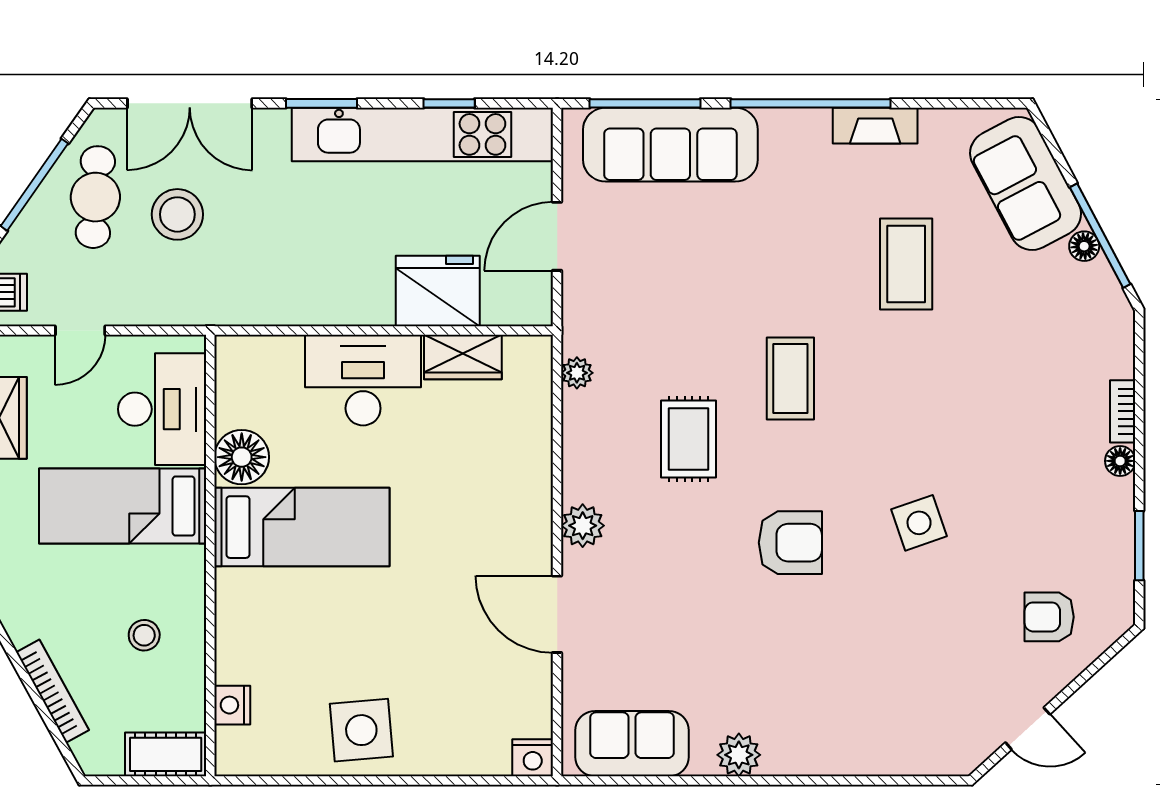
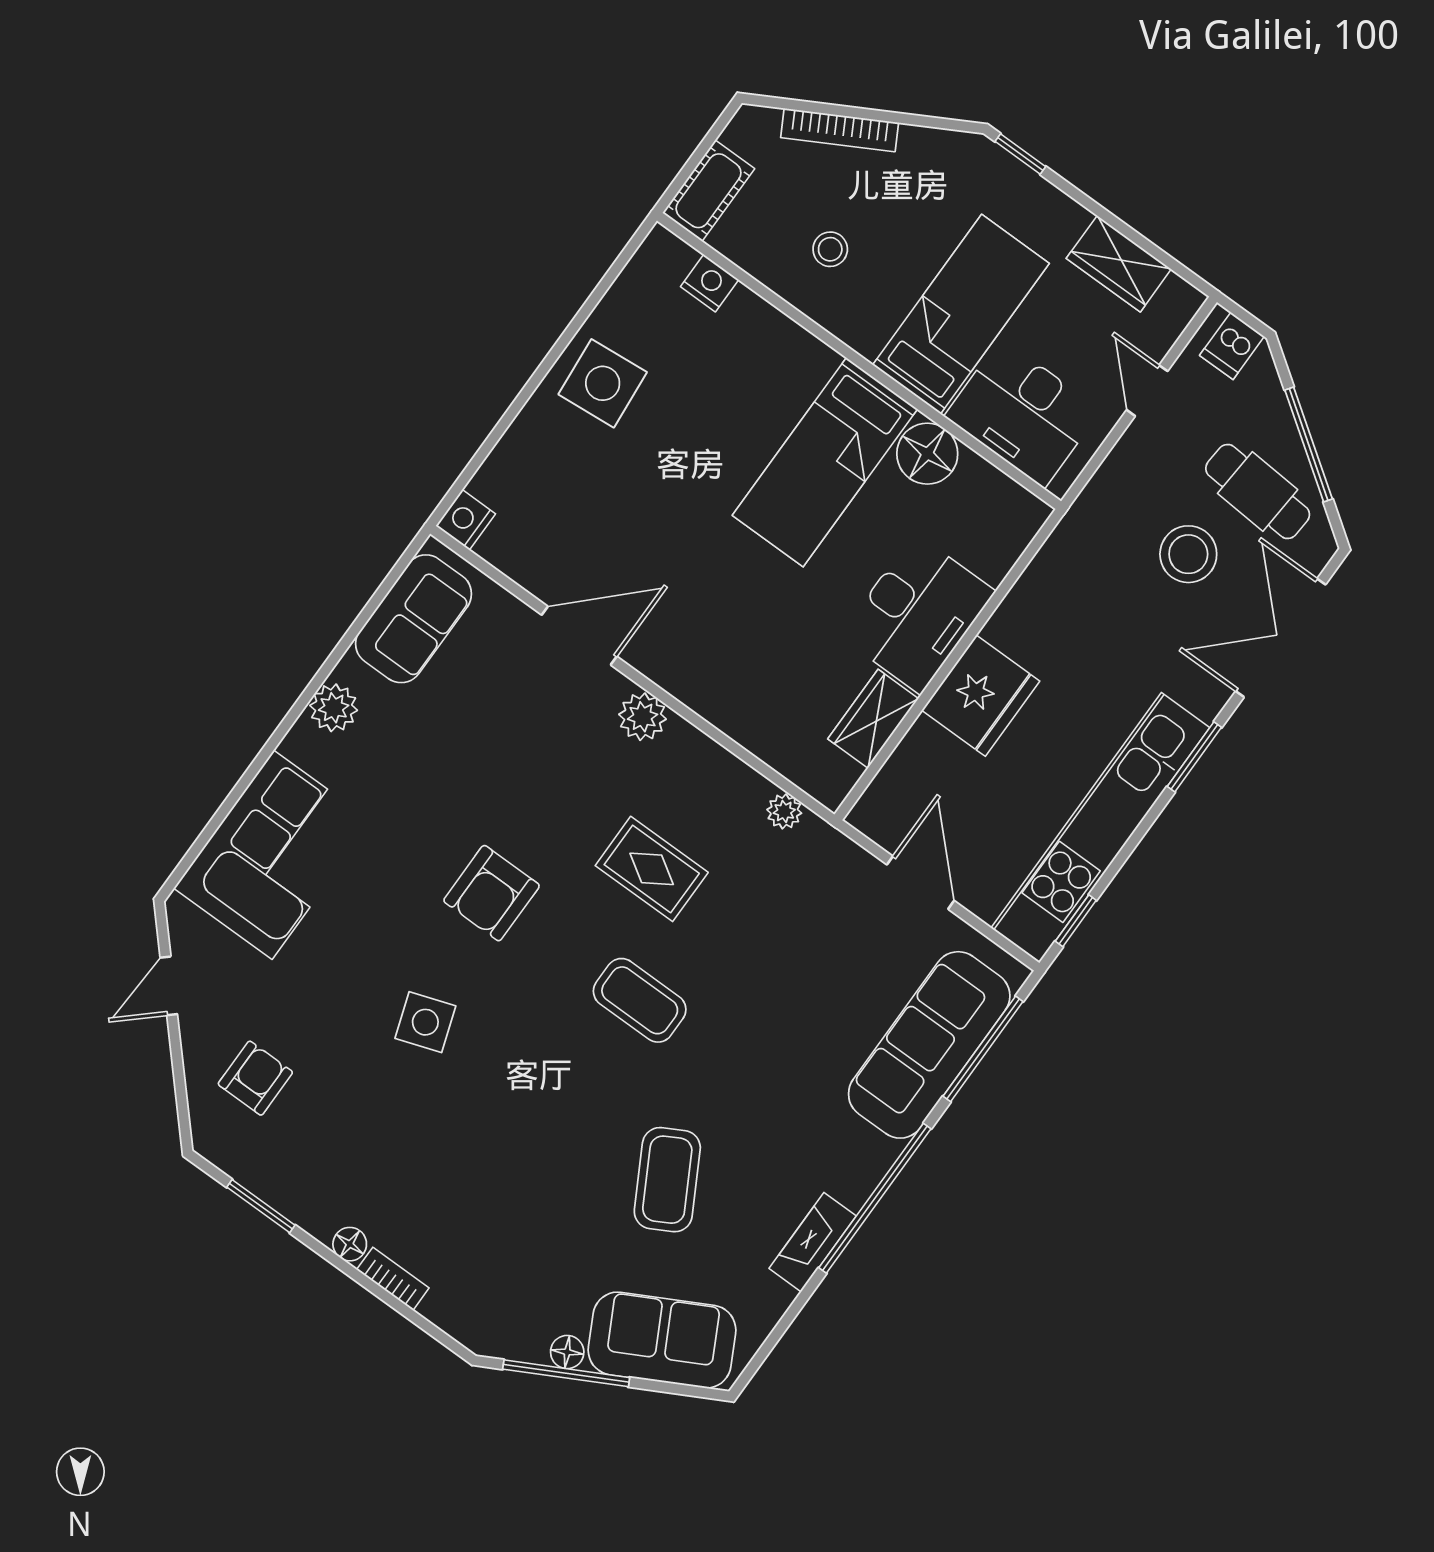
window: (449, 103) -> (1076, 921), moved
coffee table: (906, 264) -> (667, 1180), turned 61
fridge: (438, 291) -> (981, 696), moved
corner sofa: (878, 722) -> (273, 855), added

